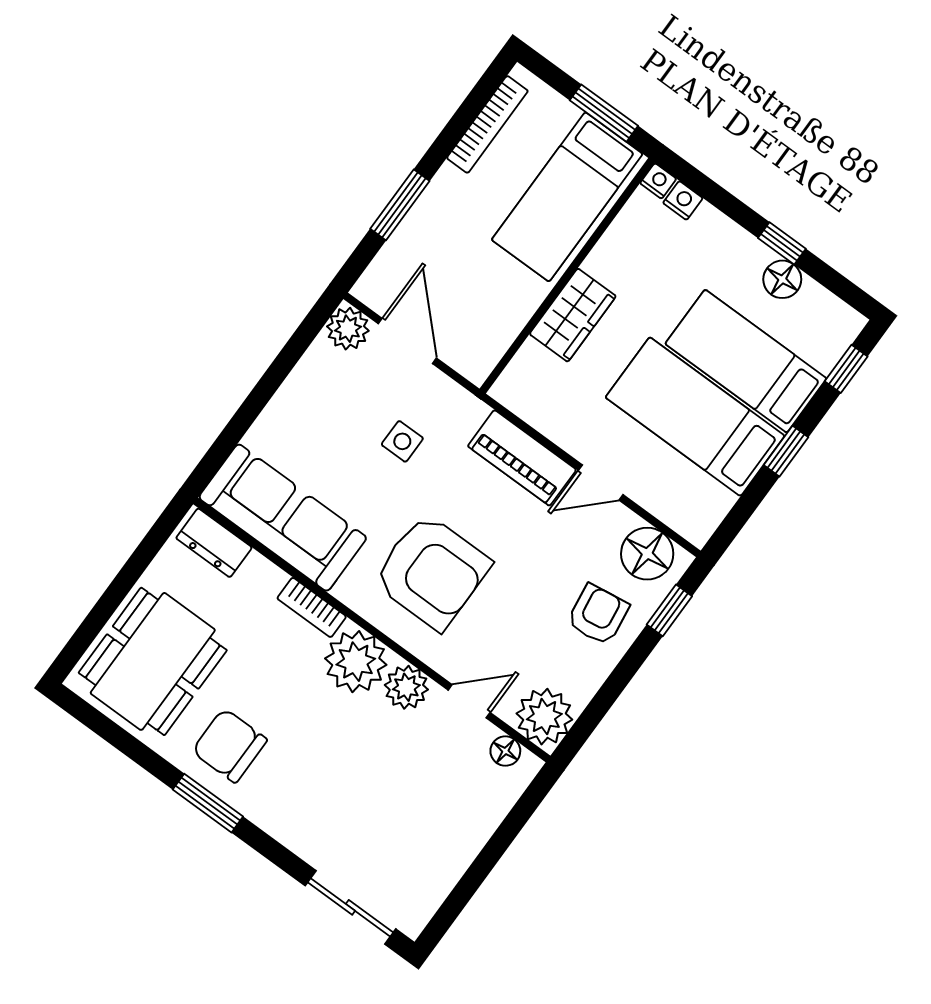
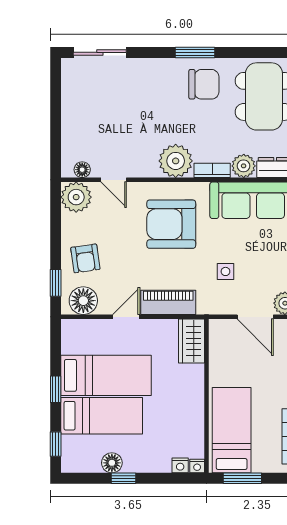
wardrobe: (573, 315) -> (192, 341), moved
plant: (406, 687) -> (244, 166), moved
door: (469, 701) -> (114, 180), hinge flipped

